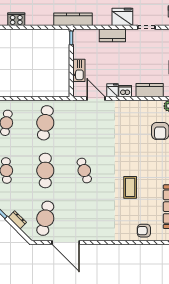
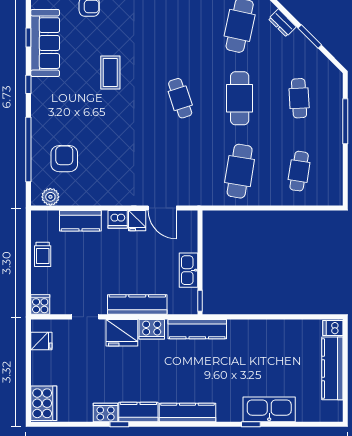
cooker: (16, 19) -> (152, 329), moved
kitchen counter: (112, 35) -> (137, 305), width x1.50
kitchen sink: (79, 70) -> (188, 270), moved

